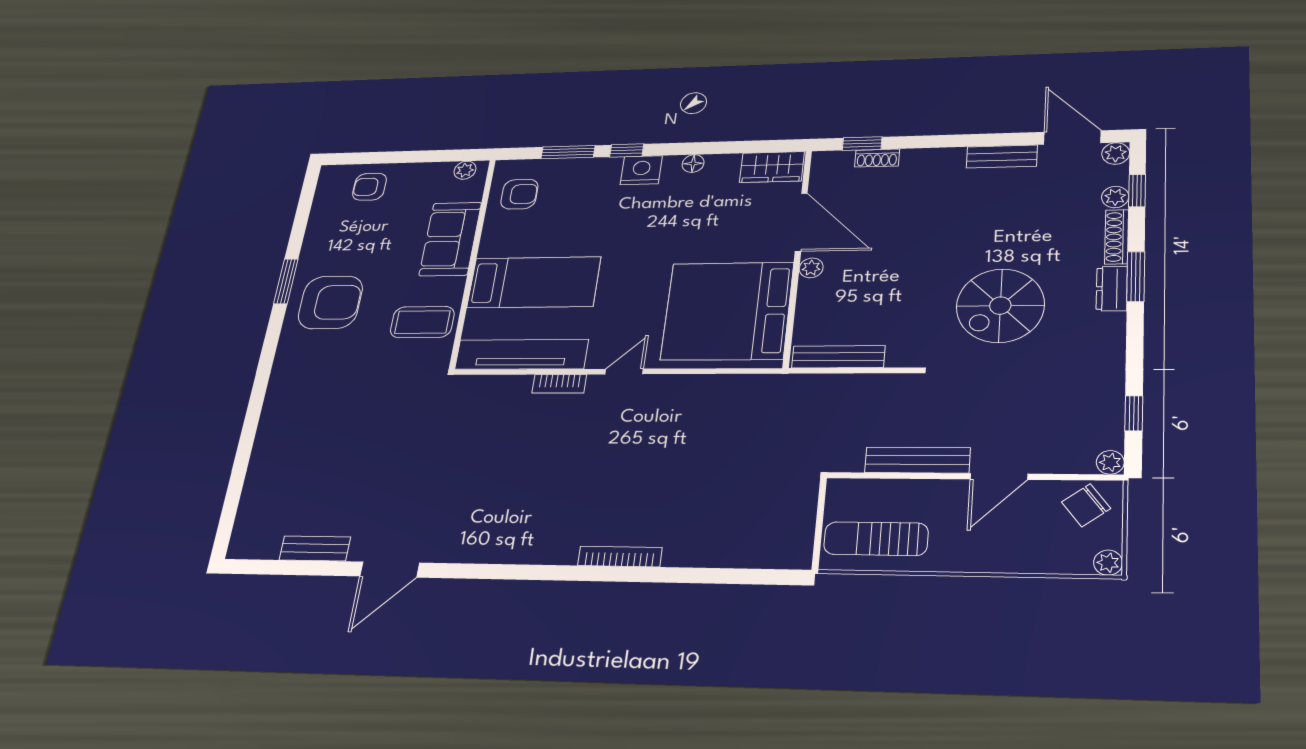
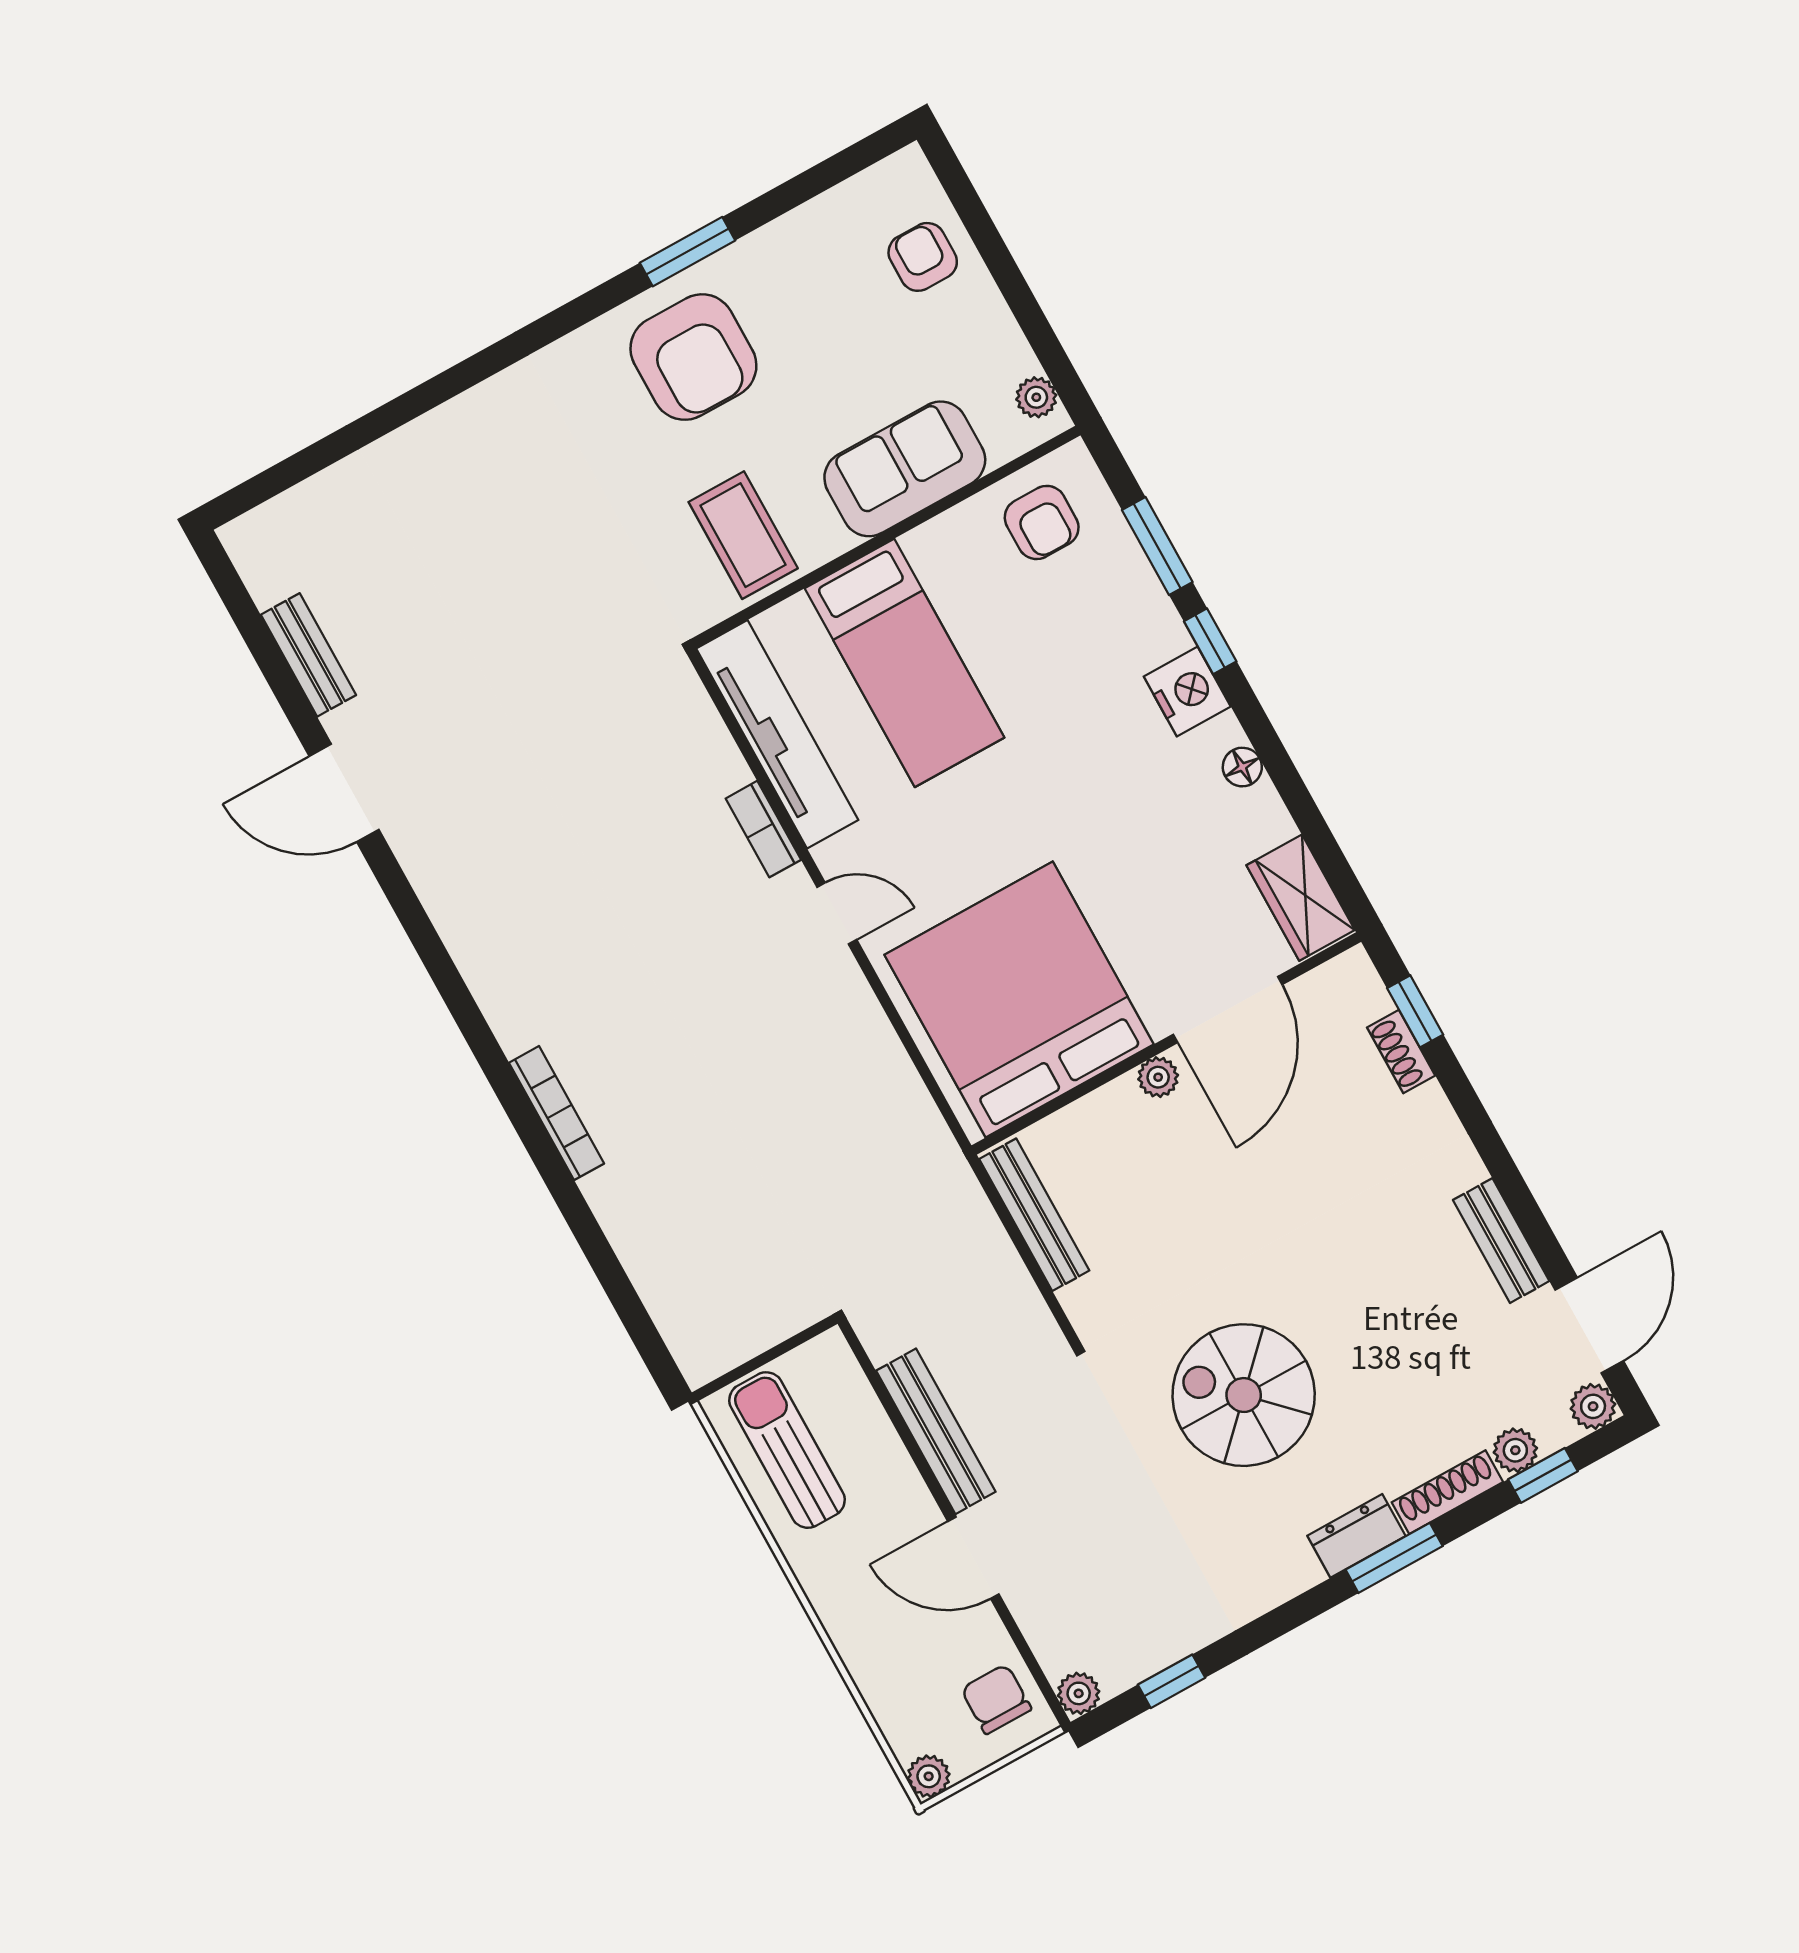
chair: (1086, 505) -> (996, 1699), turned 37

